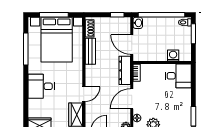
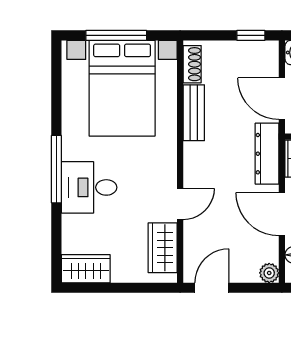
window: (26, 49) -> (56, 169), moved
door: (132, 99) -> (282, 214), hinge flipped

